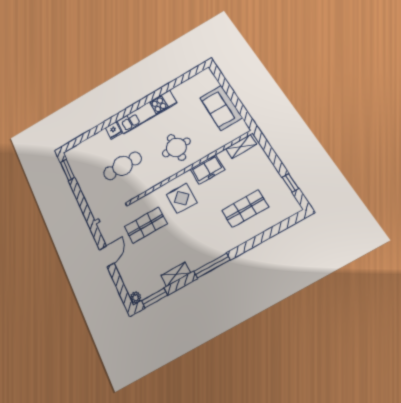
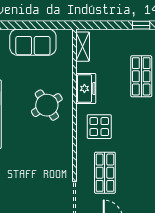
round table: (176, 147) -> (47, 105), turned -33
cafe table: (122, 166) -> (33, 166), removed

